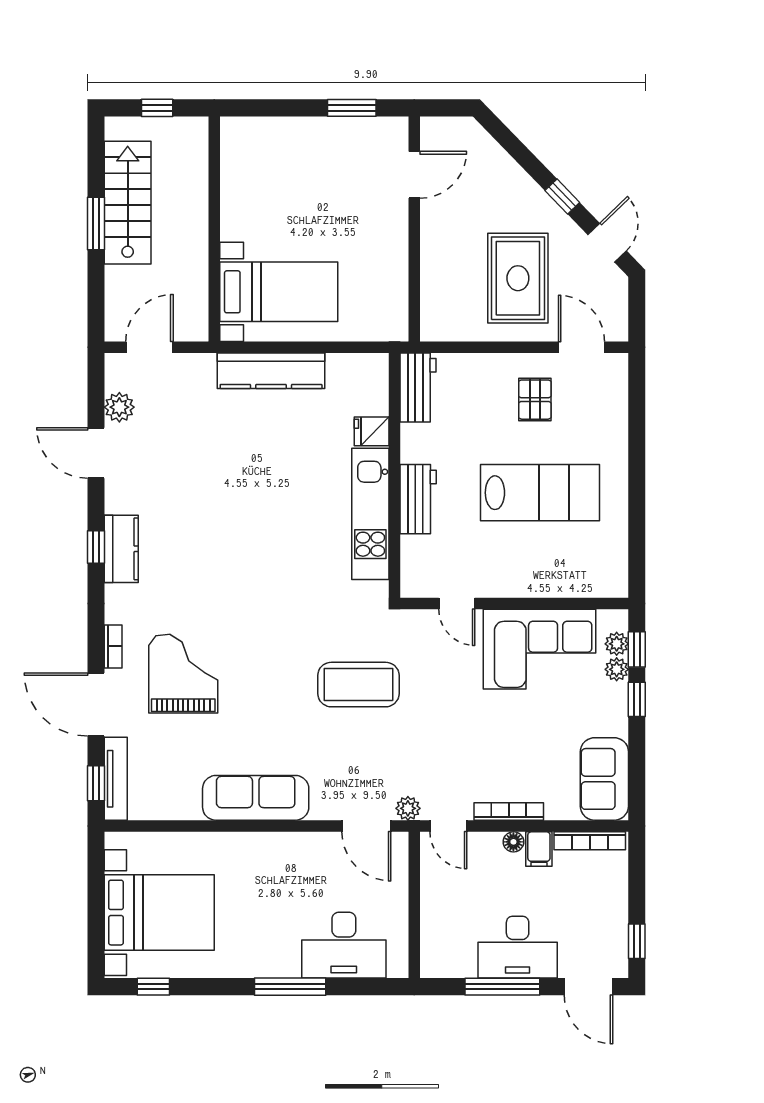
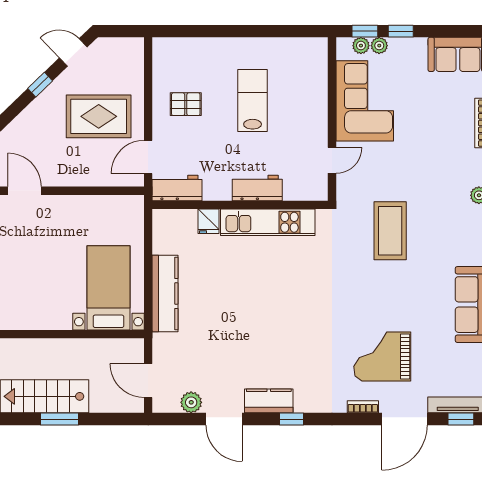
door: (582, 347) -> (148, 157), moved
door: (96, 453) -> (224, 419), hinge flipped
lab bench: (540, 493) -> (253, 100), width x0.73, depth x0.72
kitchen counter: (121, 549) -> (269, 401), moved

